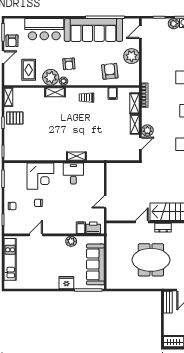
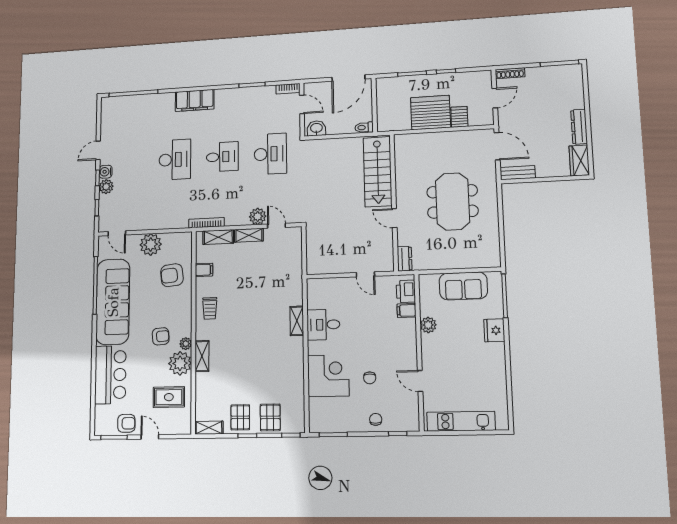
pallet: (14, 138) -> (270, 417), added
dresser: (163, 228) -> (405, 259), moved
sofa: (95, 264) -> (463, 286), width x0.73

